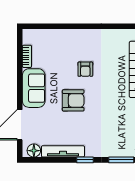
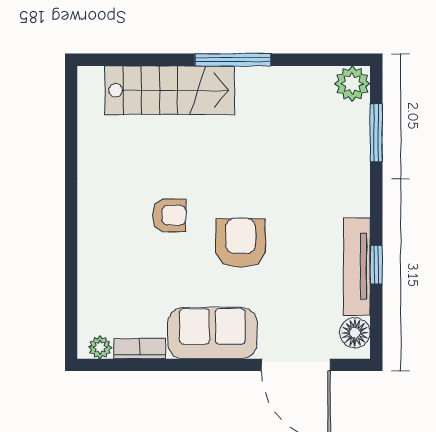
plant: (27, 39) -> (100, 347), added
window: (85, 160) -> (376, 265), moved

